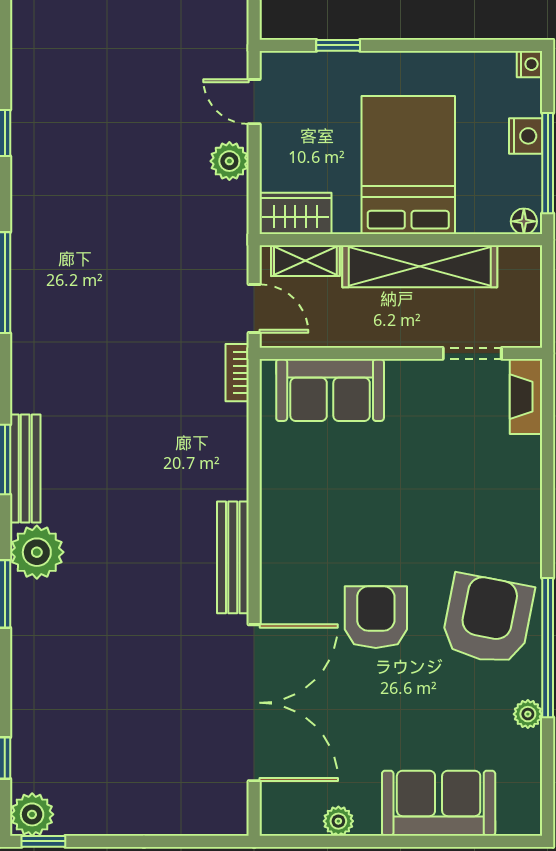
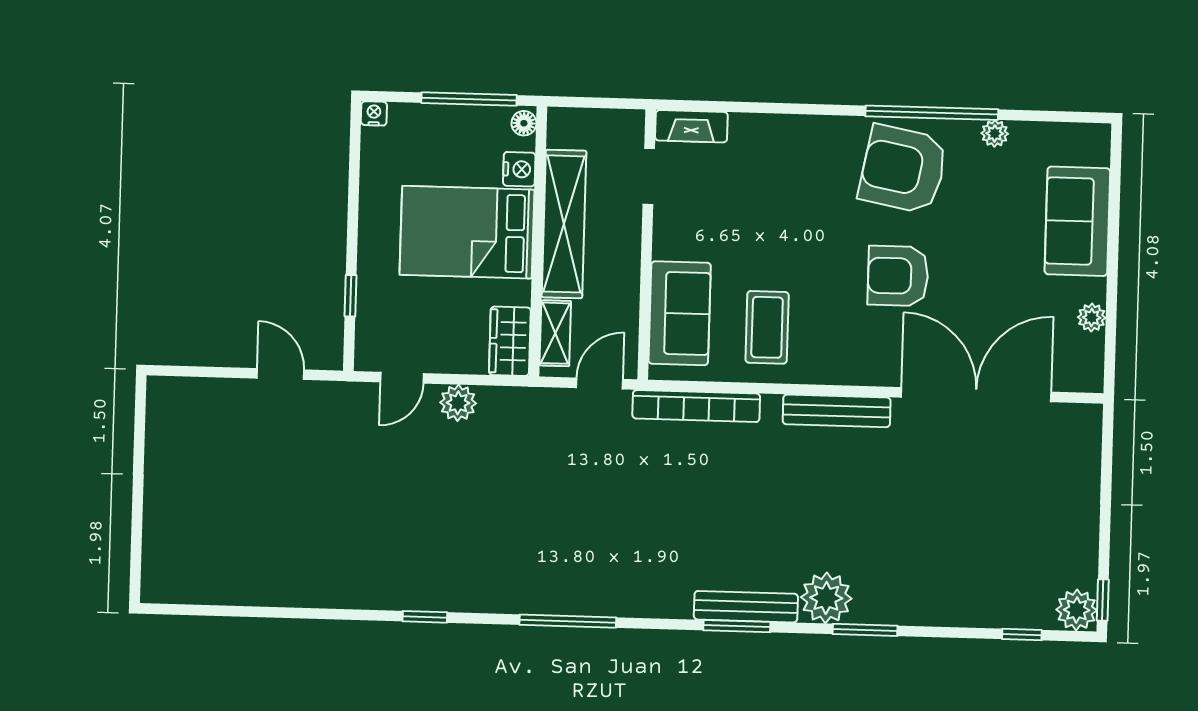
nightstand: (526, 136) -> (519, 169), moved, turned 90
bookcase: (237, 373) -> (696, 406), width x2.31, depth x1.31
coffee table: (318, 482) -> (767, 327), added

